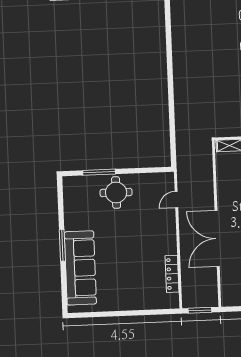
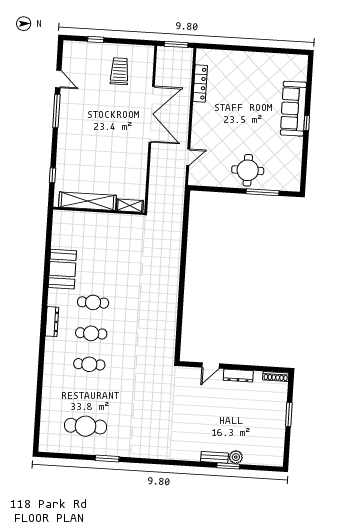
window: (62, 245) -> (307, 123), width x0.46
sofa: (80, 268) -> (293, 109), width x0.74, depth x0.79

